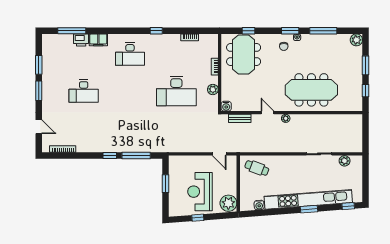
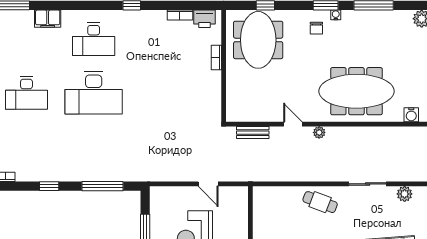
printer: (81, 40) -> (204, 19), moved
plant: (213, 89) -> (214, 91), removed
desk: (176, 91) -> (94, 93), moved
water cooler: (226, 106) -> (411, 115), moved
door: (219, 154) -> (208, 184), moved
window: (110, 155) -> (49, 186), moved
cafe table: (257, 168) -> (320, 202), moved

